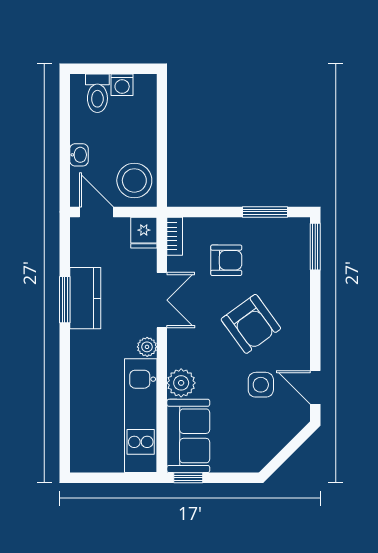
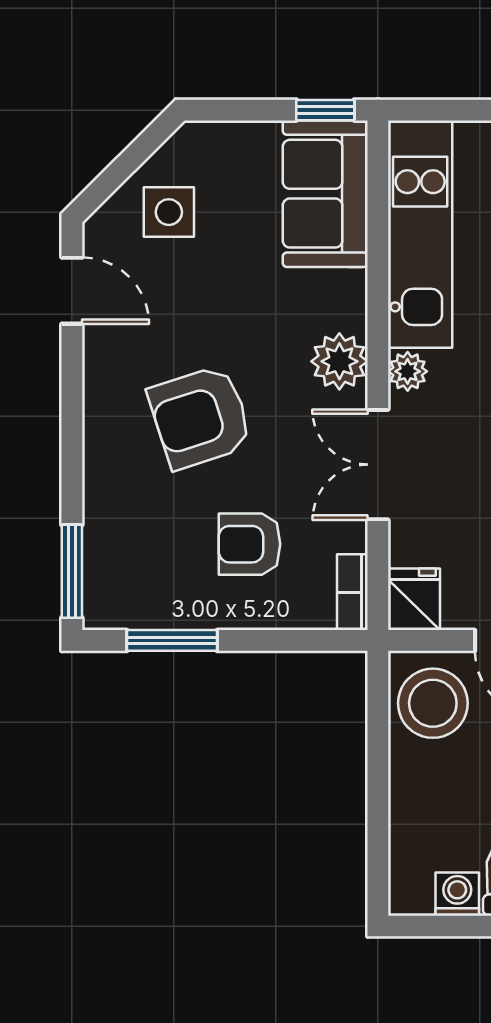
armchair: (251, 324) -> (200, 417), turned -72
plant: (181, 383) -> (339, 361), moved
side table: (261, 385) -> (169, 212), moved

